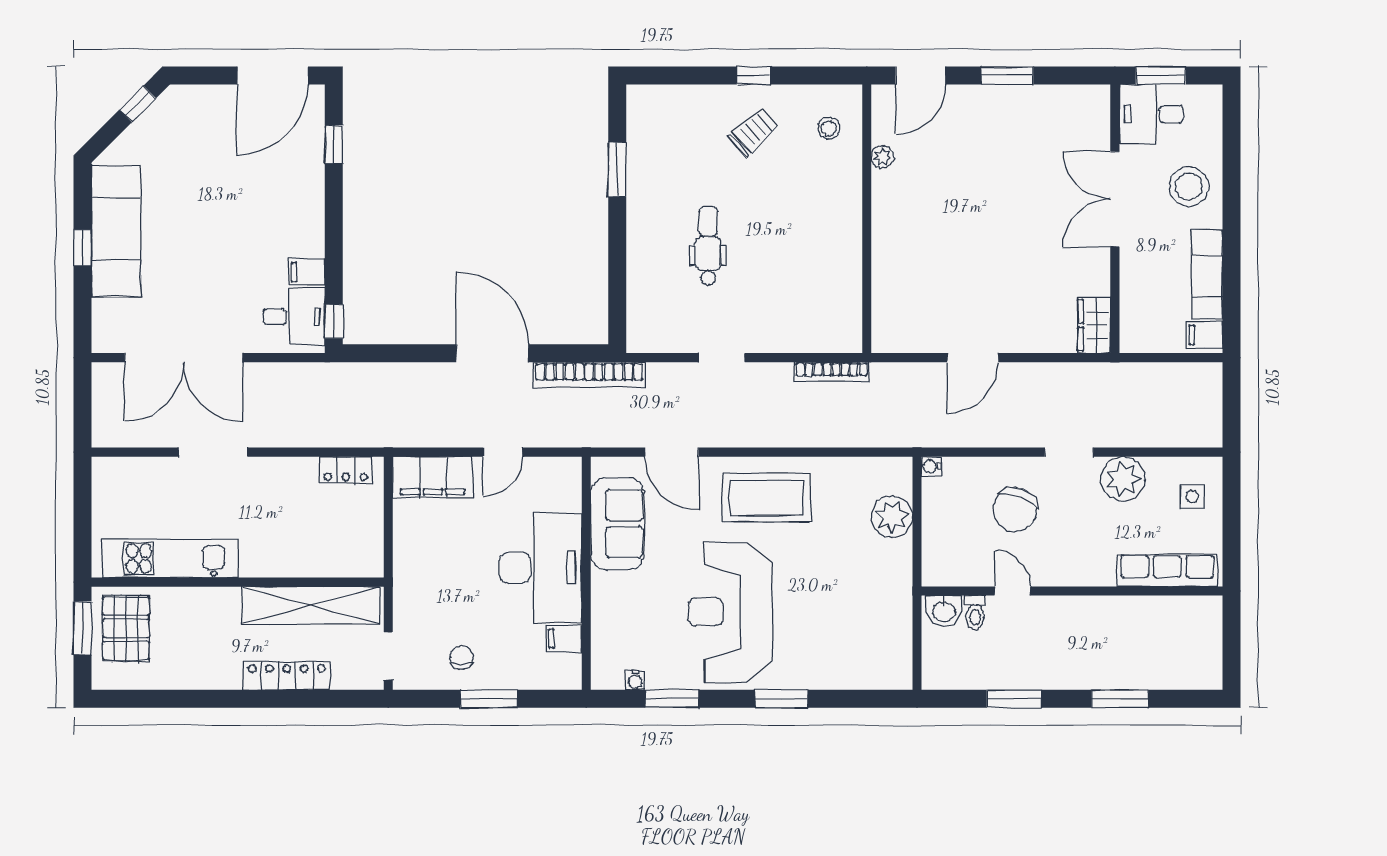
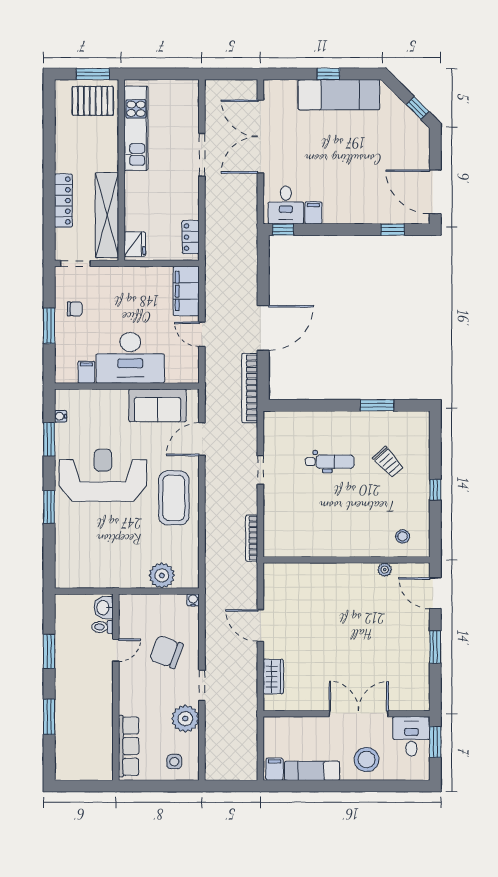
trolley: (754, 132) -> (388, 462), moved
wardrobe: (1094, 325) -> (273, 677), moved, turned 90
fridge: (357, 560) -> (135, 244), added

